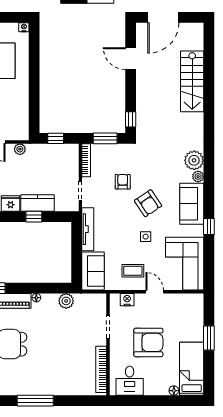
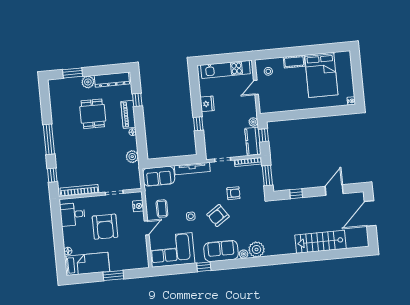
door: (163, 17) -> (370, 213), hinge flipped
window: (131, 119) -> (296, 194), moved
plant: (20, 149) -> (253, 122), moved
kitchen counter: (37, 203) -> (253, 141), moved, turned 180
window: (79, 401) -> (52, 175), added

